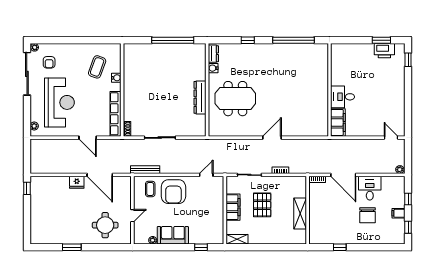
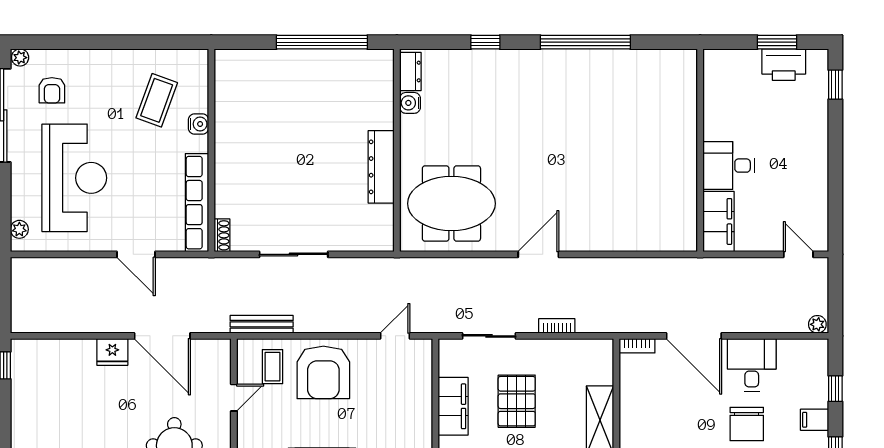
wall: (329, 90) -> (700, 150), moved
desk: (343, 97) -> (729, 166), moved
meeting table: (235, 99) -> (451, 204), moved
filing cabinet: (338, 122) -> (718, 221), moved
door: (132, 216) -> (234, 398), moved

